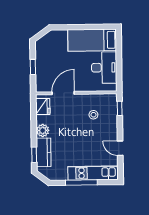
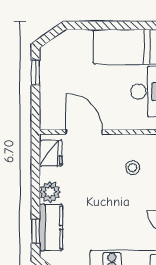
window: (33, 67) -> (36, 73), moved
door: (63, 93) -> (84, 132), hinge flipped

